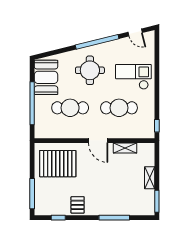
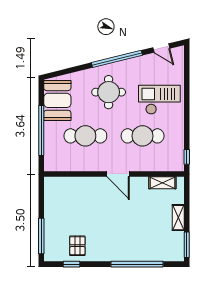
shelving: (125, 148) -> (162, 183), moved
pallet: (58, 164) -> (71, 201), removed
pallet: (78, 205) -> (77, 246), moved
window: (114, 218) -> (137, 264), width x1.46

